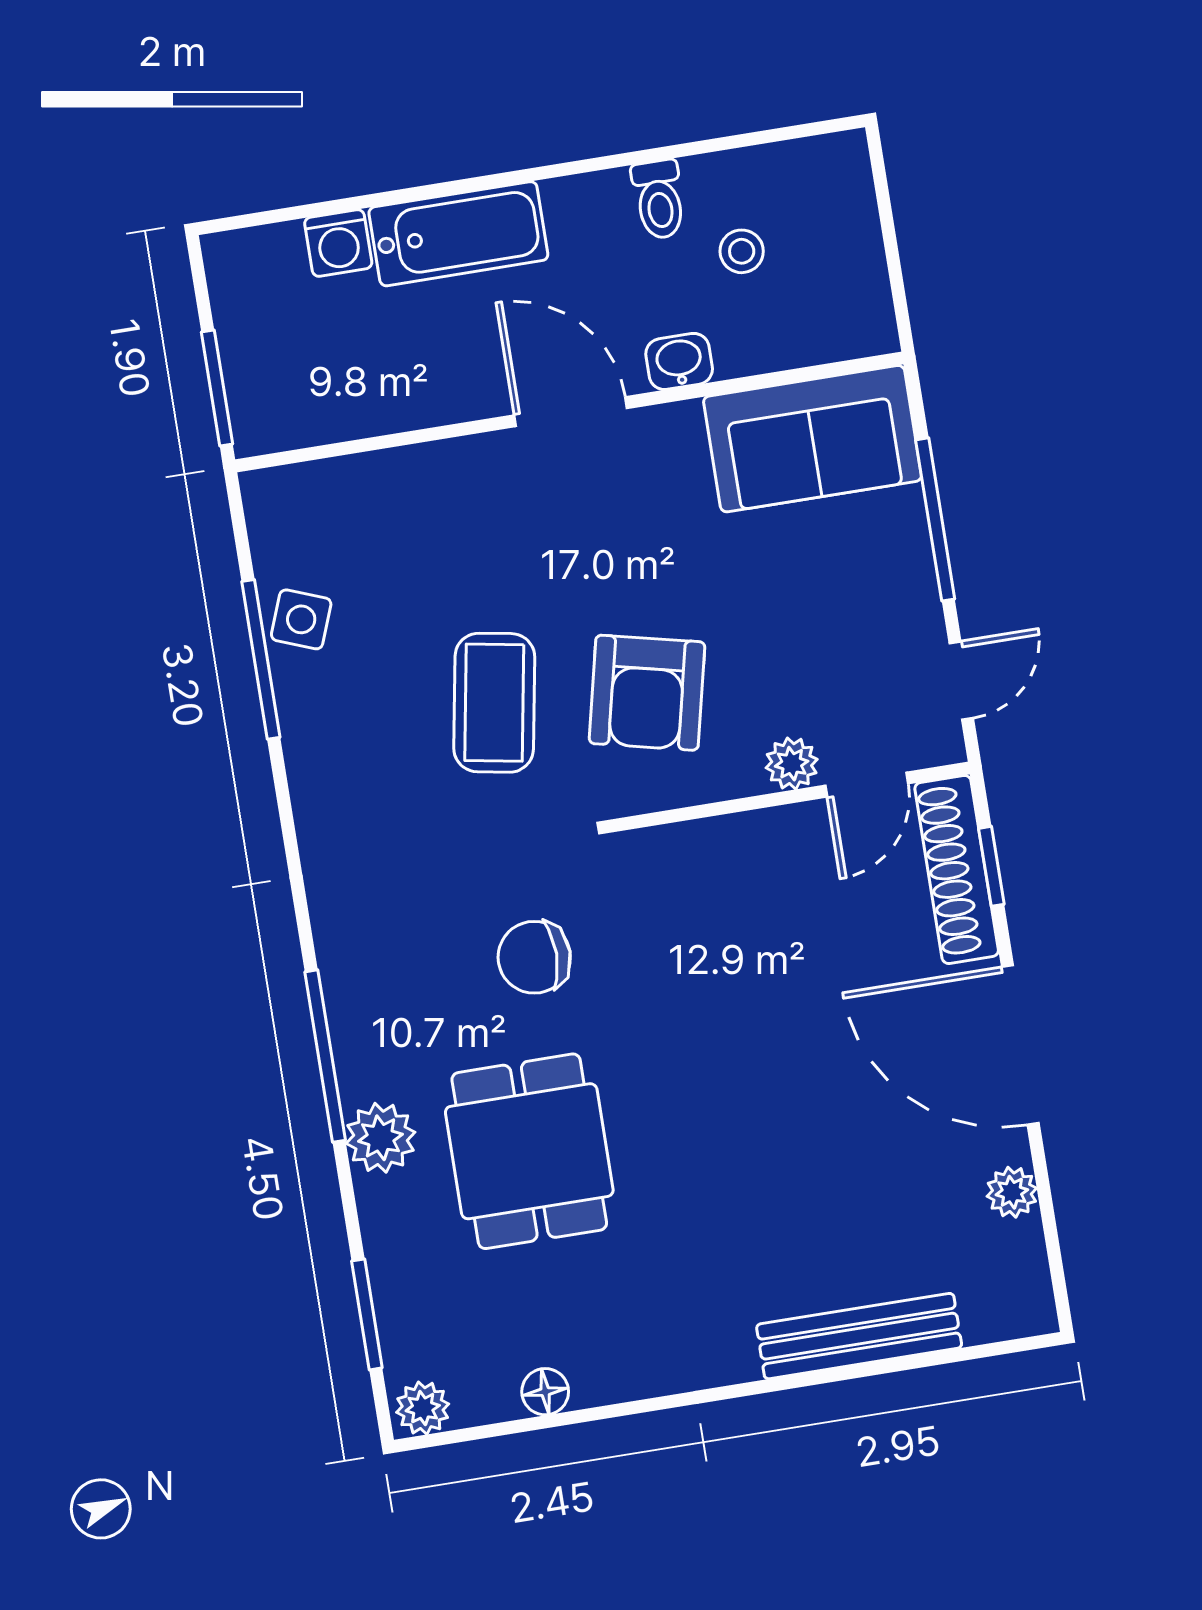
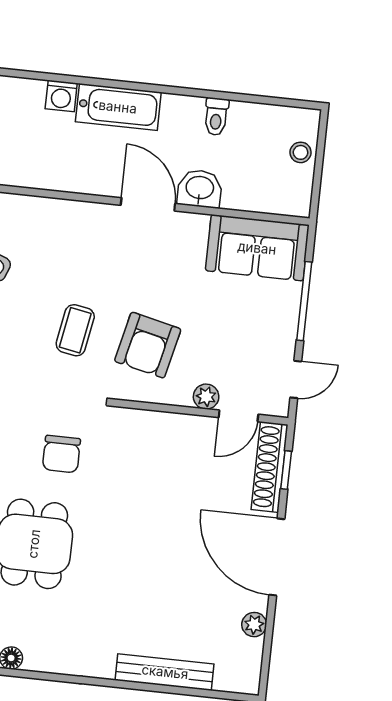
stool: (742, 251) -> (301, 152), moved
washbasin: (679, 361) -> (200, 189), width x1.38, depth x1.45
coffee table: (494, 703) -> (75, 330), width x0.73, depth x0.77
chair: (534, 957) -> (61, 454), turned -90

